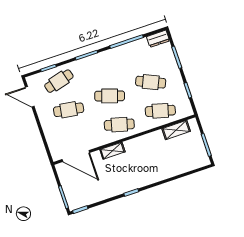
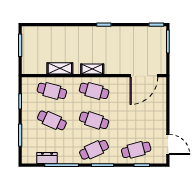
dresser: (158, 39) -> (47, 158), moved
cafe table: (69, 110) -> (94, 150), moved, turned -33
shelving: (176, 130) -> (60, 68), moved
shelving: (112, 151) -> (92, 69), moved
door: (76, 156) -> (144, 76), swing flipped

